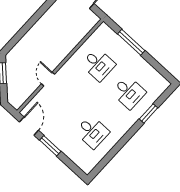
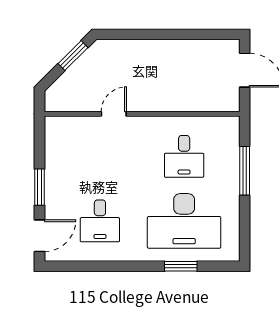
desk: (129, 92) -> (184, 221), width x1.87, depth x1.30
door: (29, 126) -> (39, 236), moved

